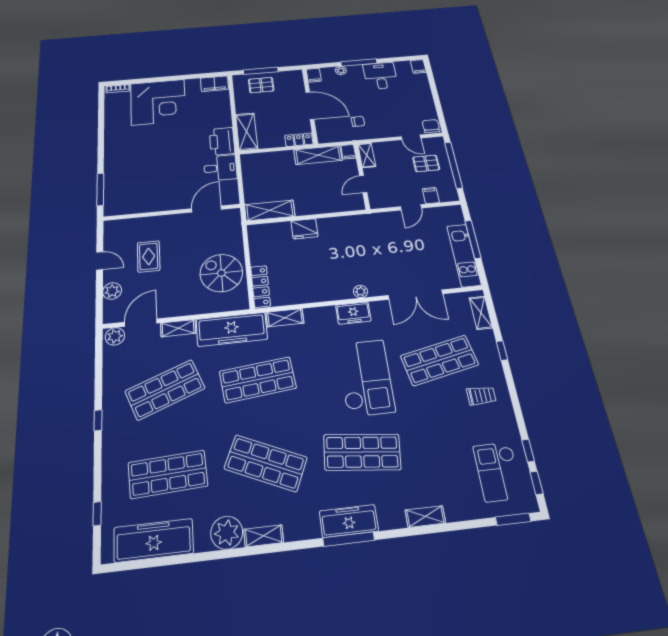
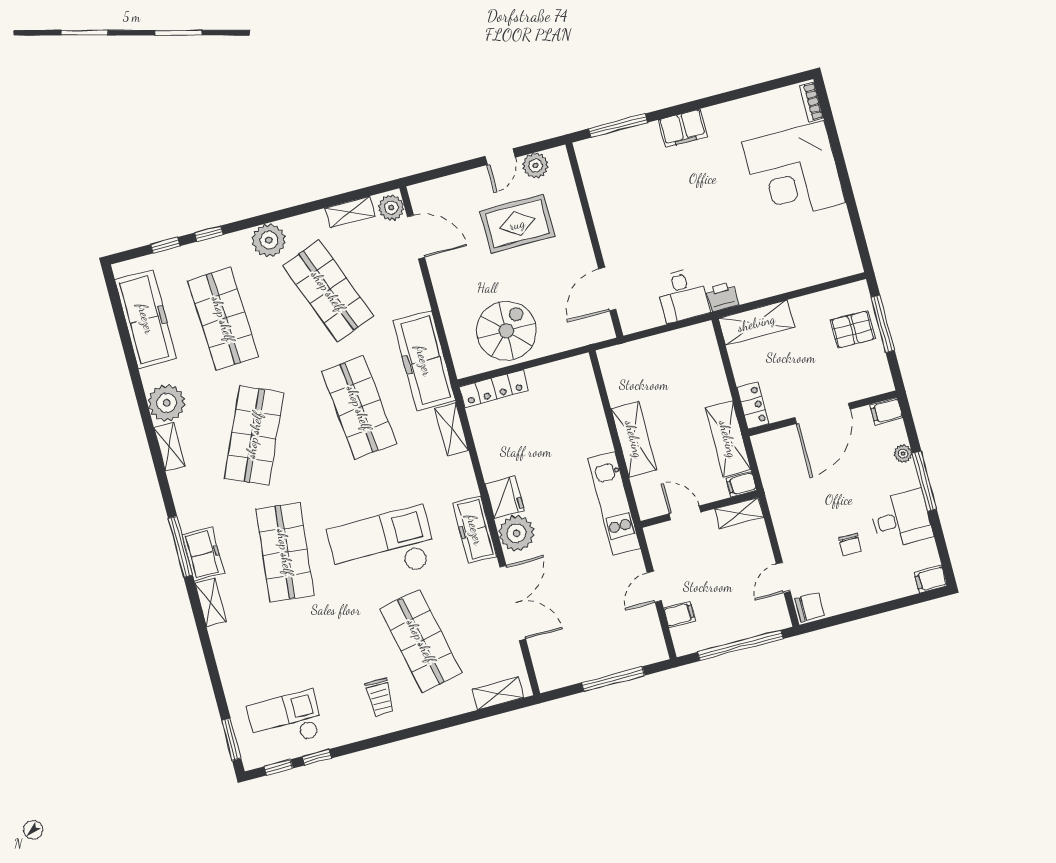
filing cabinet: (214, 84) -> (683, 128), moved, turned -90
pallet: (261, 85) -> (853, 329), turned 90
chair: (358, 121) -> (850, 544), moved
printer: (222, 141) -> (722, 297), width x0.53, depth x0.68
pallet: (426, 163) -> (737, 604), removed
door: (411, 207) -> (654, 587), hinge flipped
door: (206, 209) -> (607, 289), swing flipped
shelving: (270, 210) -> (634, 439), moved
fridge: (305, 229) -> (504, 497), moved, turned 180
kitchen unit: (464, 255) -> (614, 504), moved, turned -90
rug: (149, 256) -> (517, 224), width x1.36, depth x1.43
plant: (112, 291) -> (536, 166), moved
plant: (361, 291) -> (517, 533), width x1.88, depth x1.88
double door: (415, 295) -> (513, 603), swing flipped
freezer: (353, 313) -> (475, 530), width x1.40
shelving: (178, 328) -> (350, 212), moved, turned 90
window: (502, 351) -> (447, 723), removed
checkout: (366, 378) -> (382, 547), turned 180
window: (98, 420) -> (209, 234), moved
plant: (115, 429) -> (269, 240), added
shelving: (425, 517) -> (211, 602), moved
freezer: (349, 521) -> (203, 554), width x0.71

